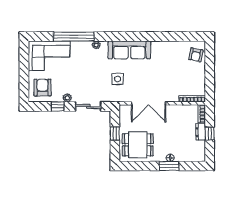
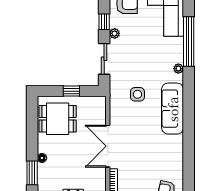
double door: (149, 103) -> (108, 146), moved
dining table: (138, 145) -> (58, 119), turned 90
window: (169, 166) -> (32, 173), moved

